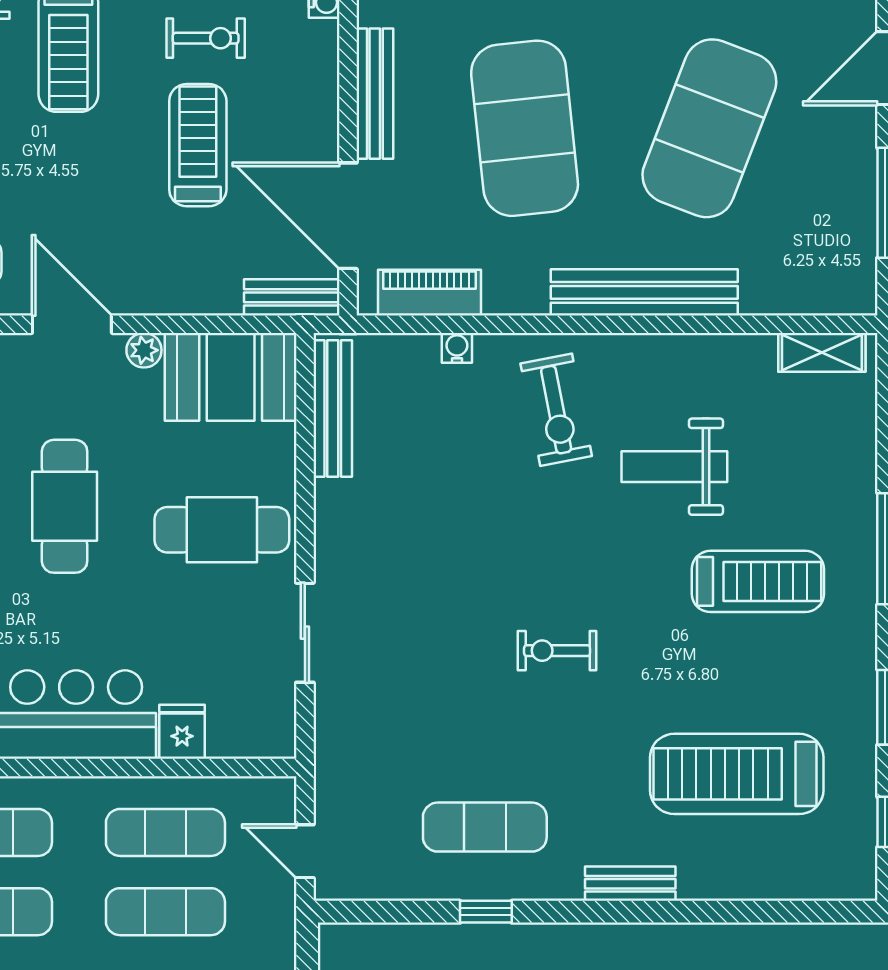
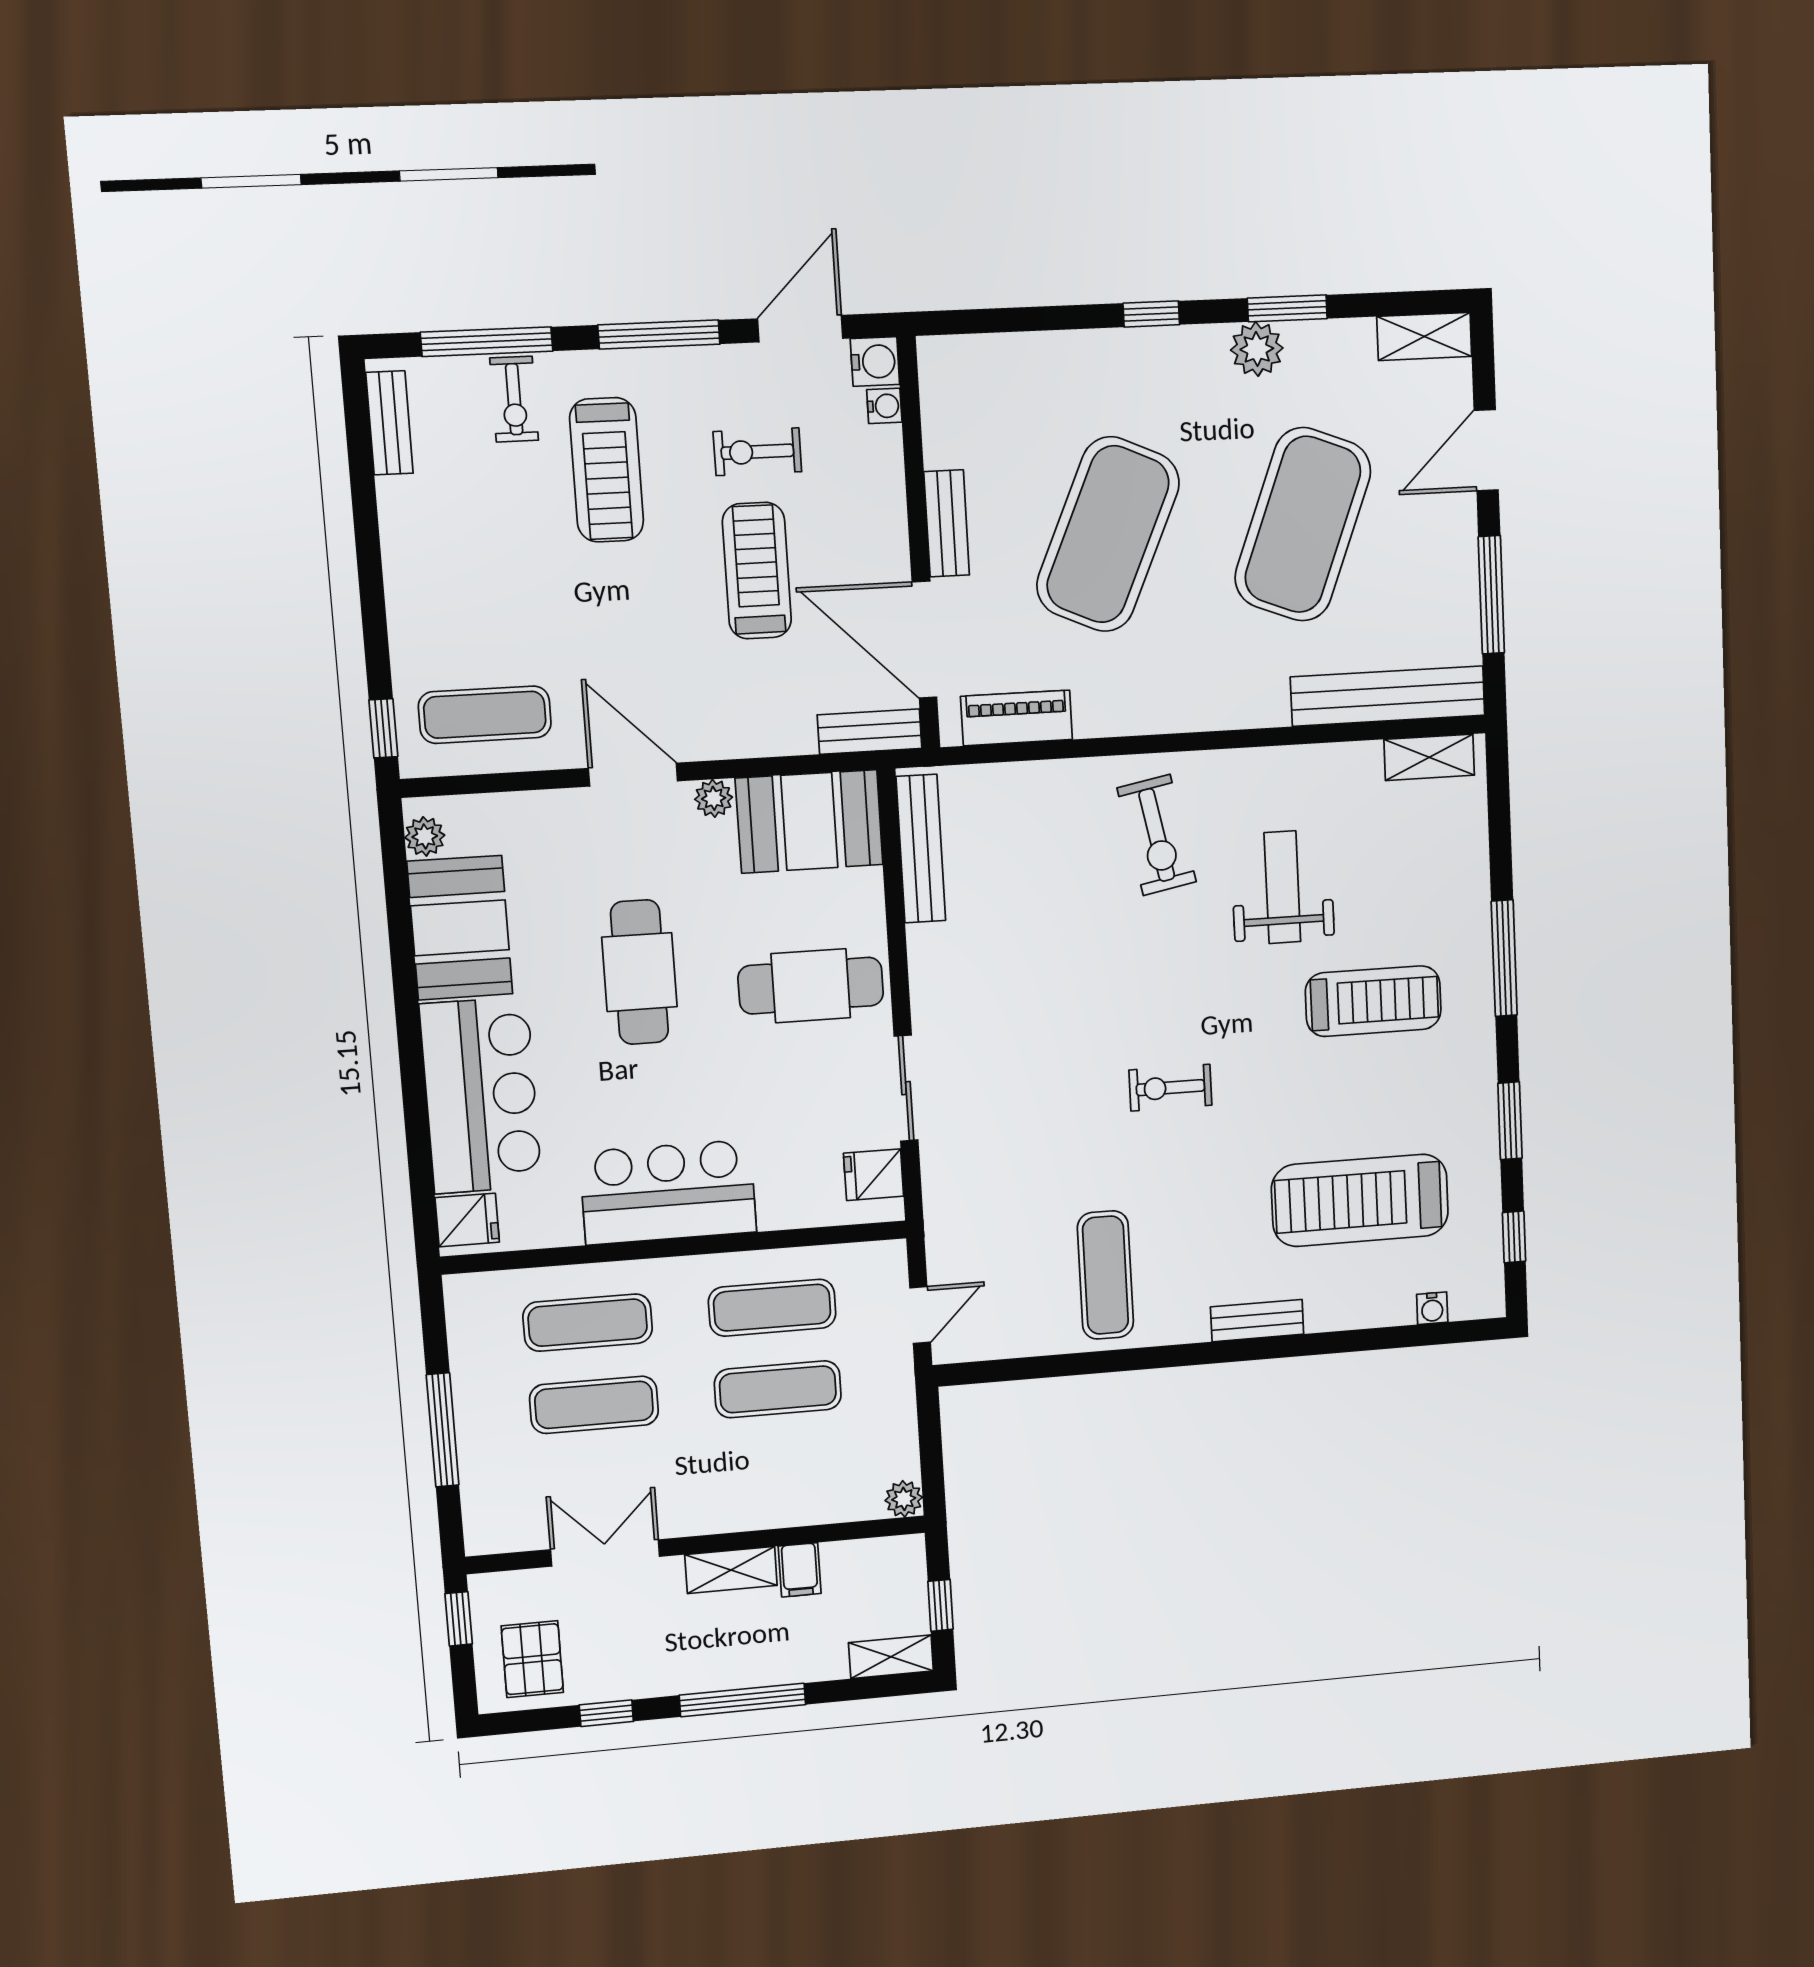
exercise bike: (206, 38) -> (757, 452), turned 180
bench: (375, 94) -> (947, 523), width x0.73
exercise mat: (525, 128) -> (1108, 534), turned 30
bench: (644, 292) -> (1388, 696), moved
water cooler: (457, 348) -> (1432, 1308), moved, turned 180
weight bench: (674, 467) -> (1282, 887), turned 90
fridge: (182, 732) -> (874, 1175), moved, turned -90
exercise mat: (485, 827) -> (1105, 1275), turned 90
door: (305, 851) -> (920, 1315), swing flipped
window: (486, 912) -> (1111, 1361), removed

